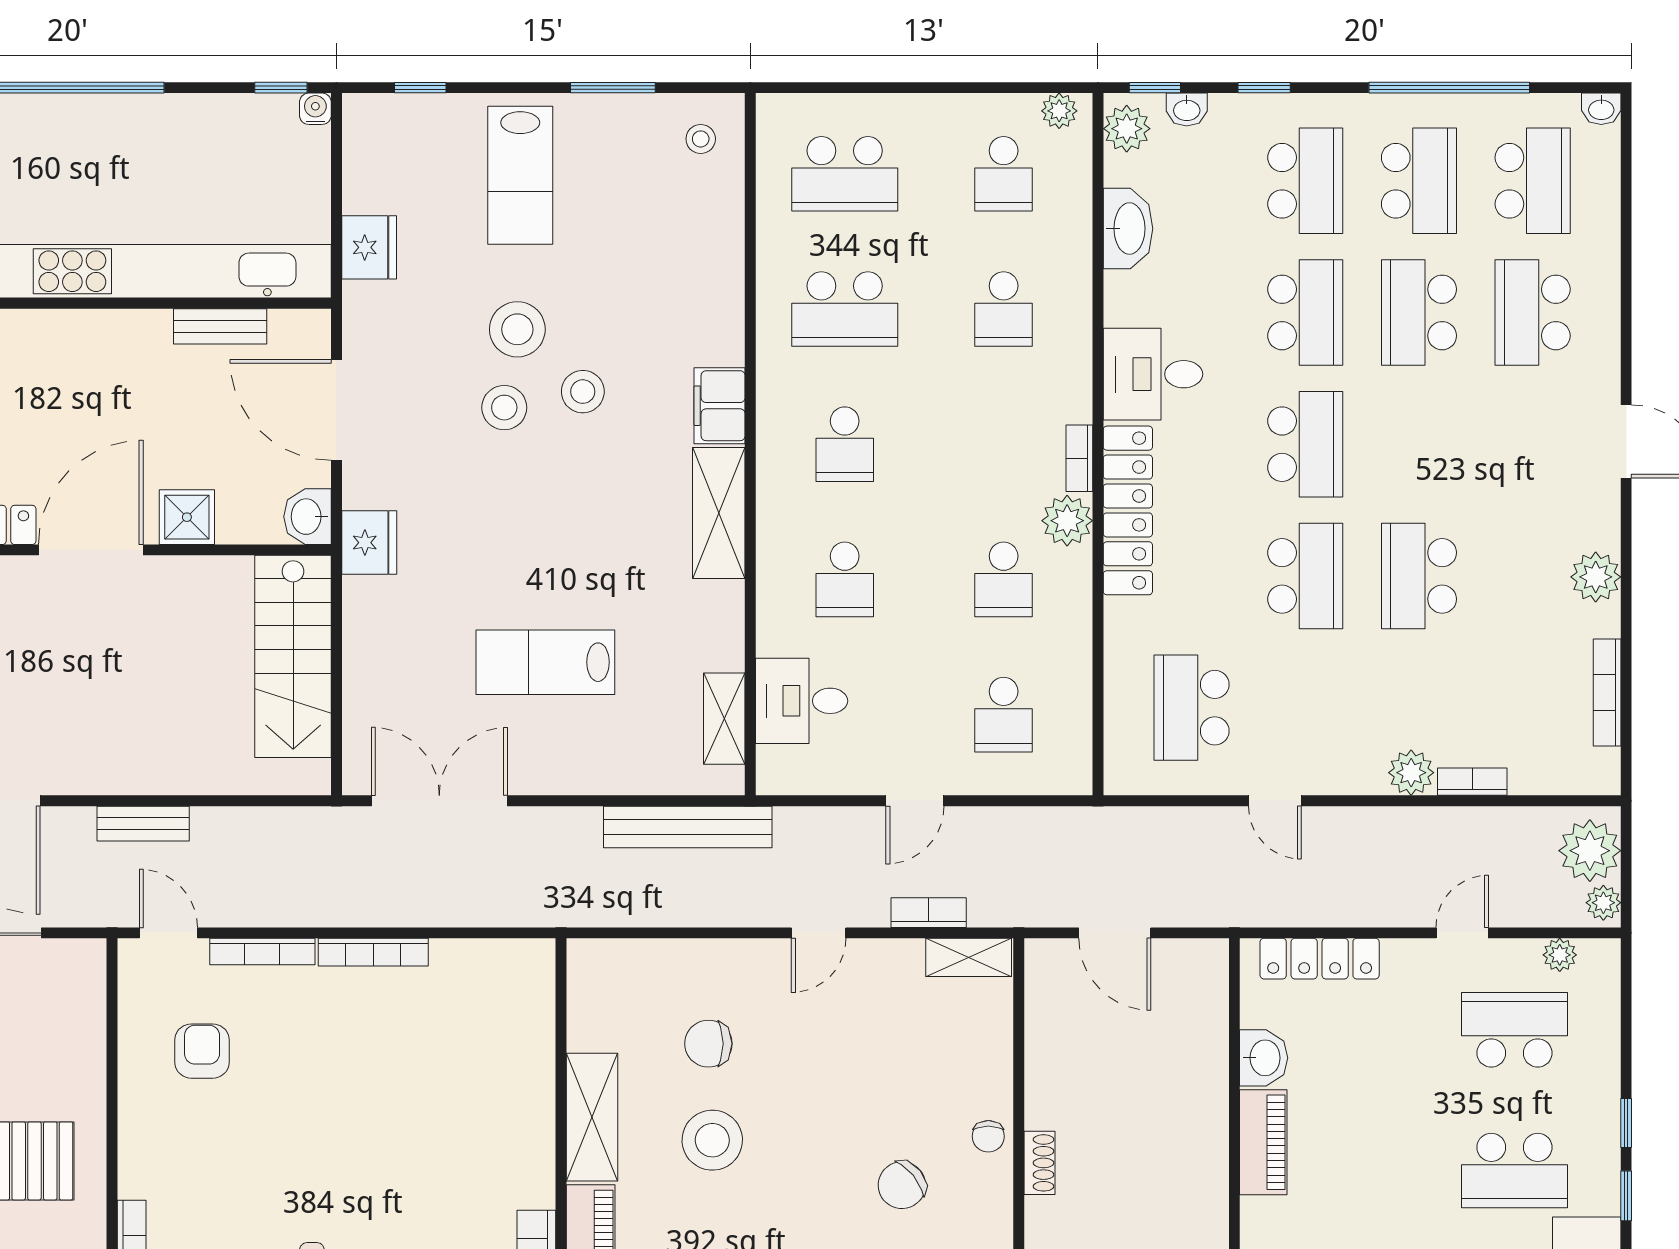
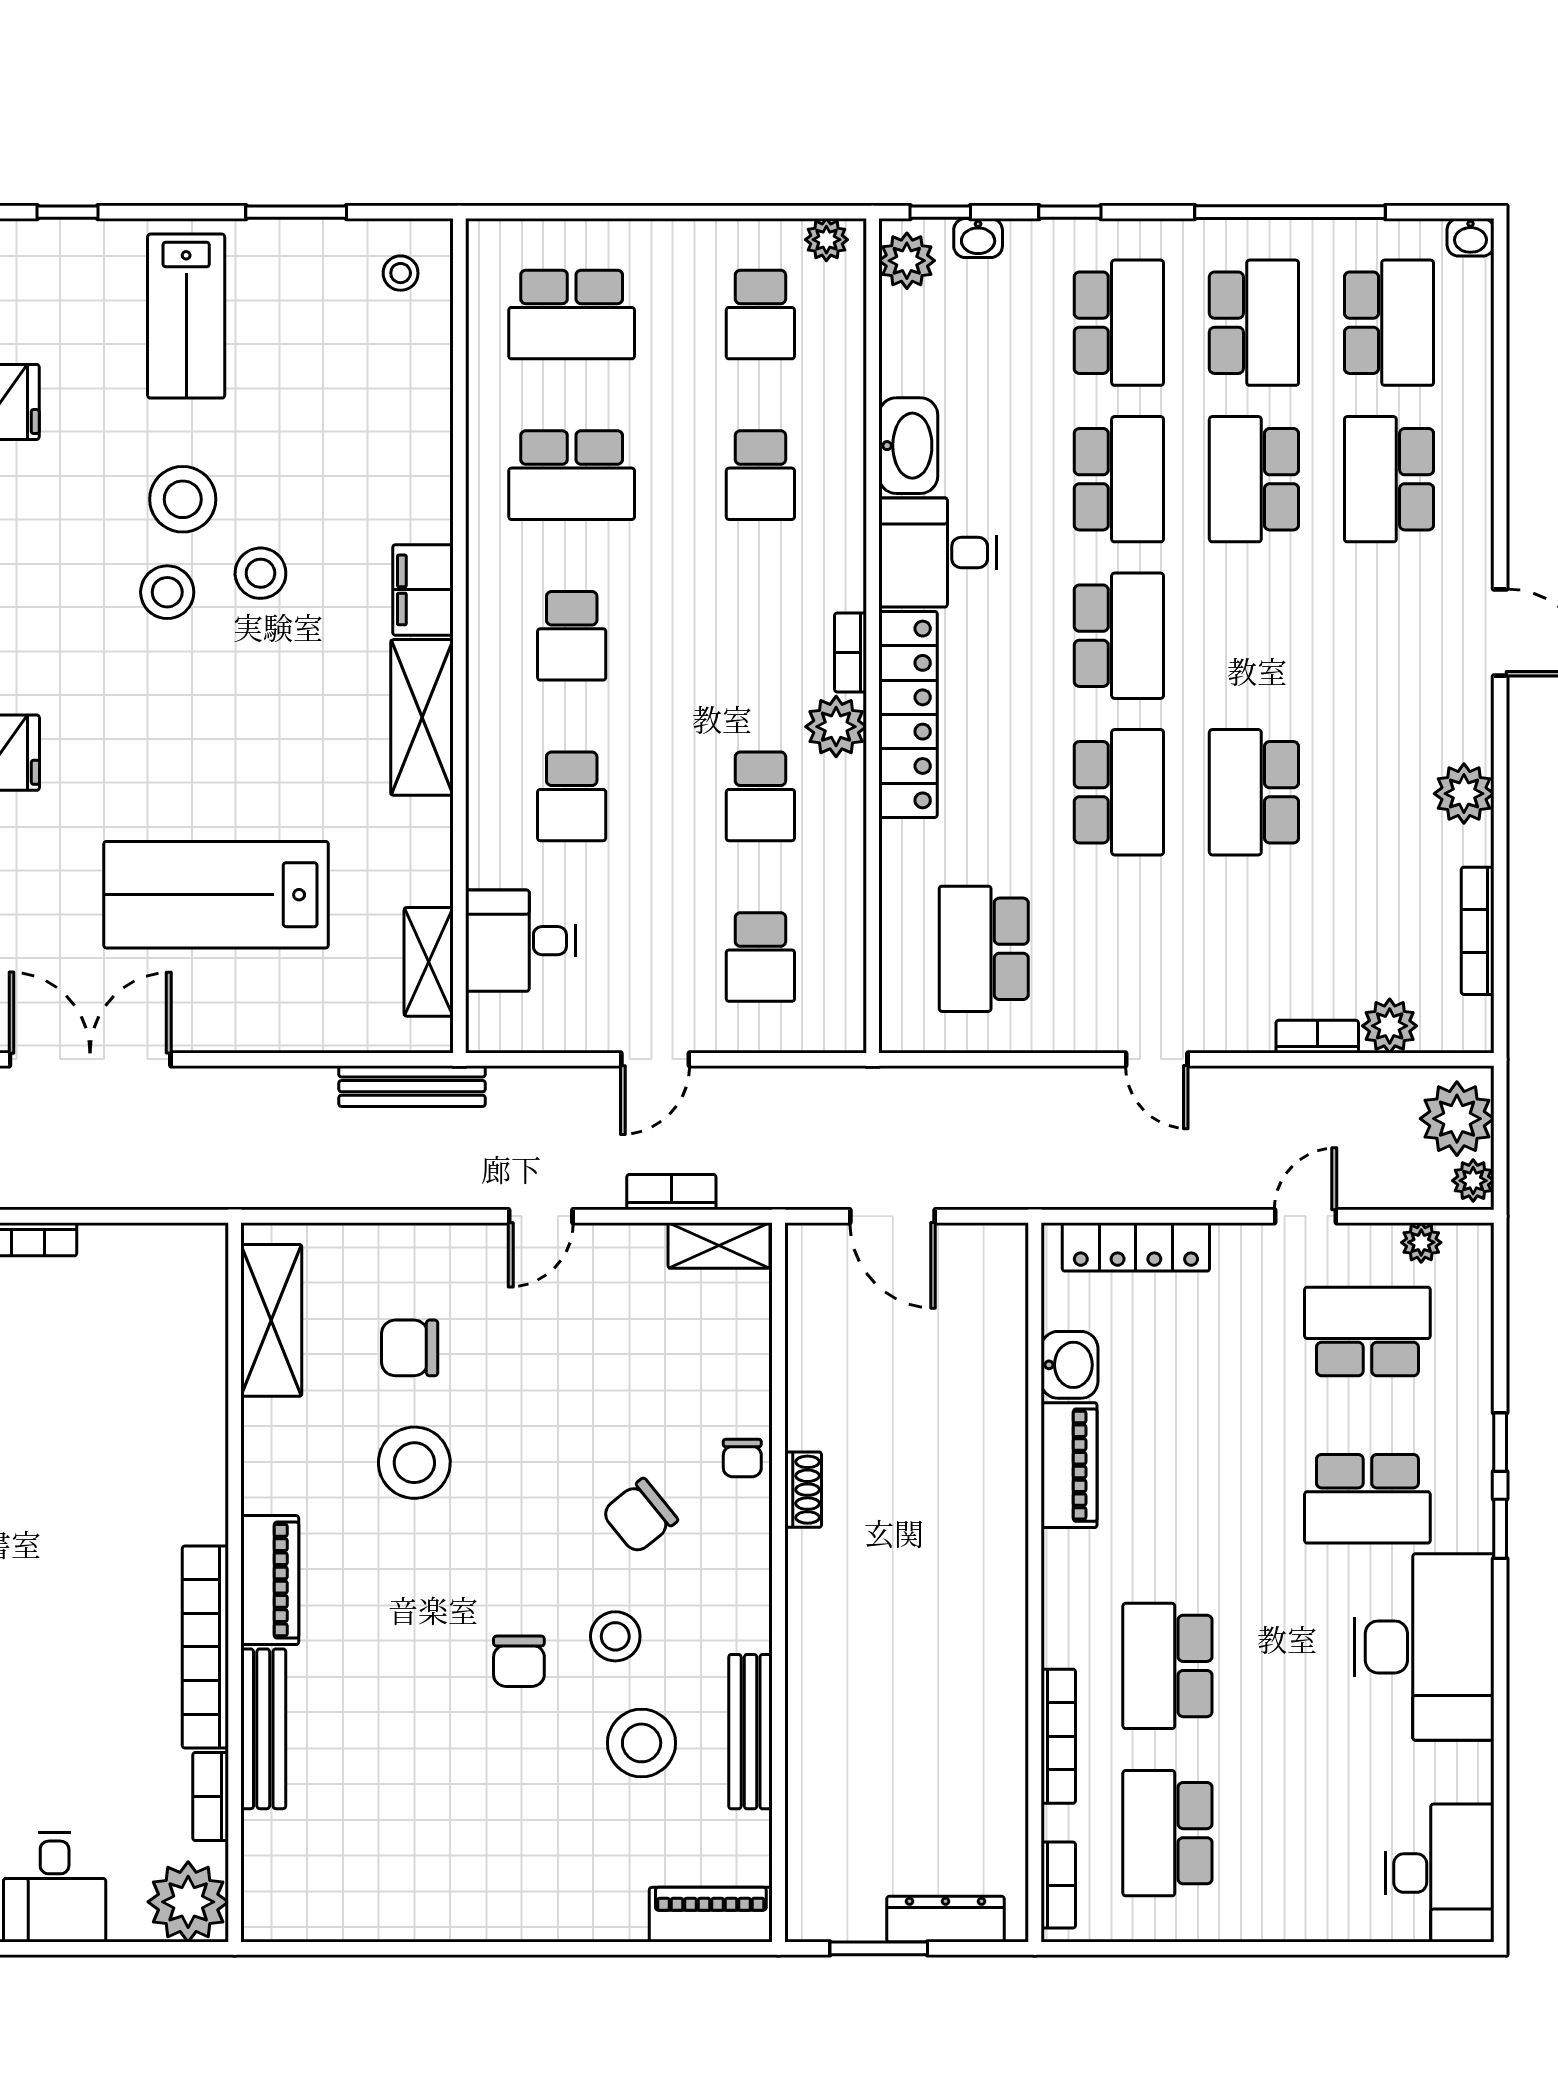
washbasin: (1128, 229) -> (908, 446), moved
lab bench: (545, 662) -> (216, 895), width x1.36, depth x1.39
plant: (1411, 773) -> (1390, 1026), moved
door: (1275, 801) -> (1157, 1059), moved
bench: (688, 827) -> (412, 1086), width x0.73, depth x0.82
shelving: (592, 1117) -> (271, 1320), moved

